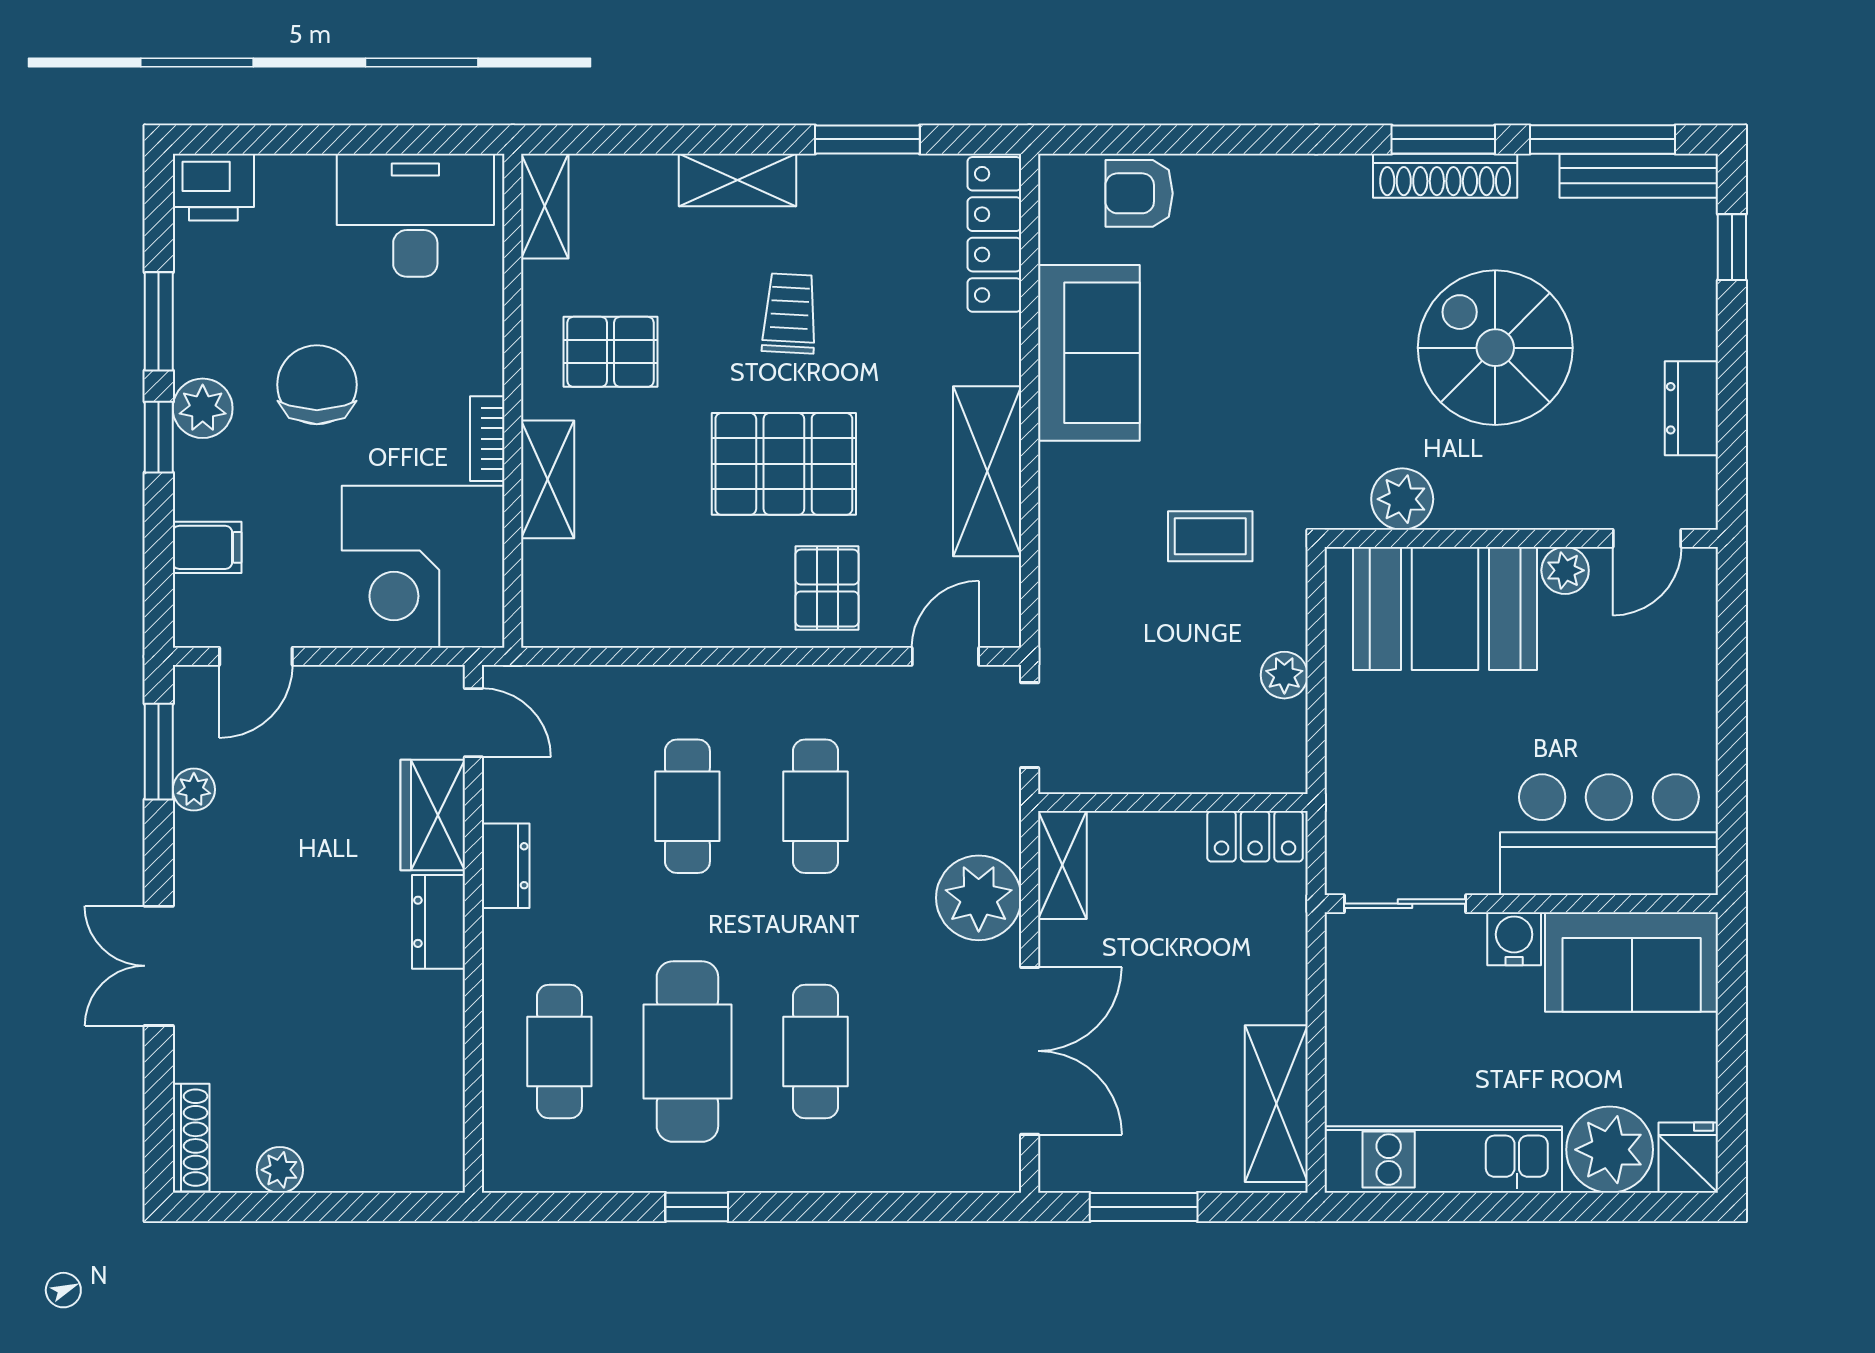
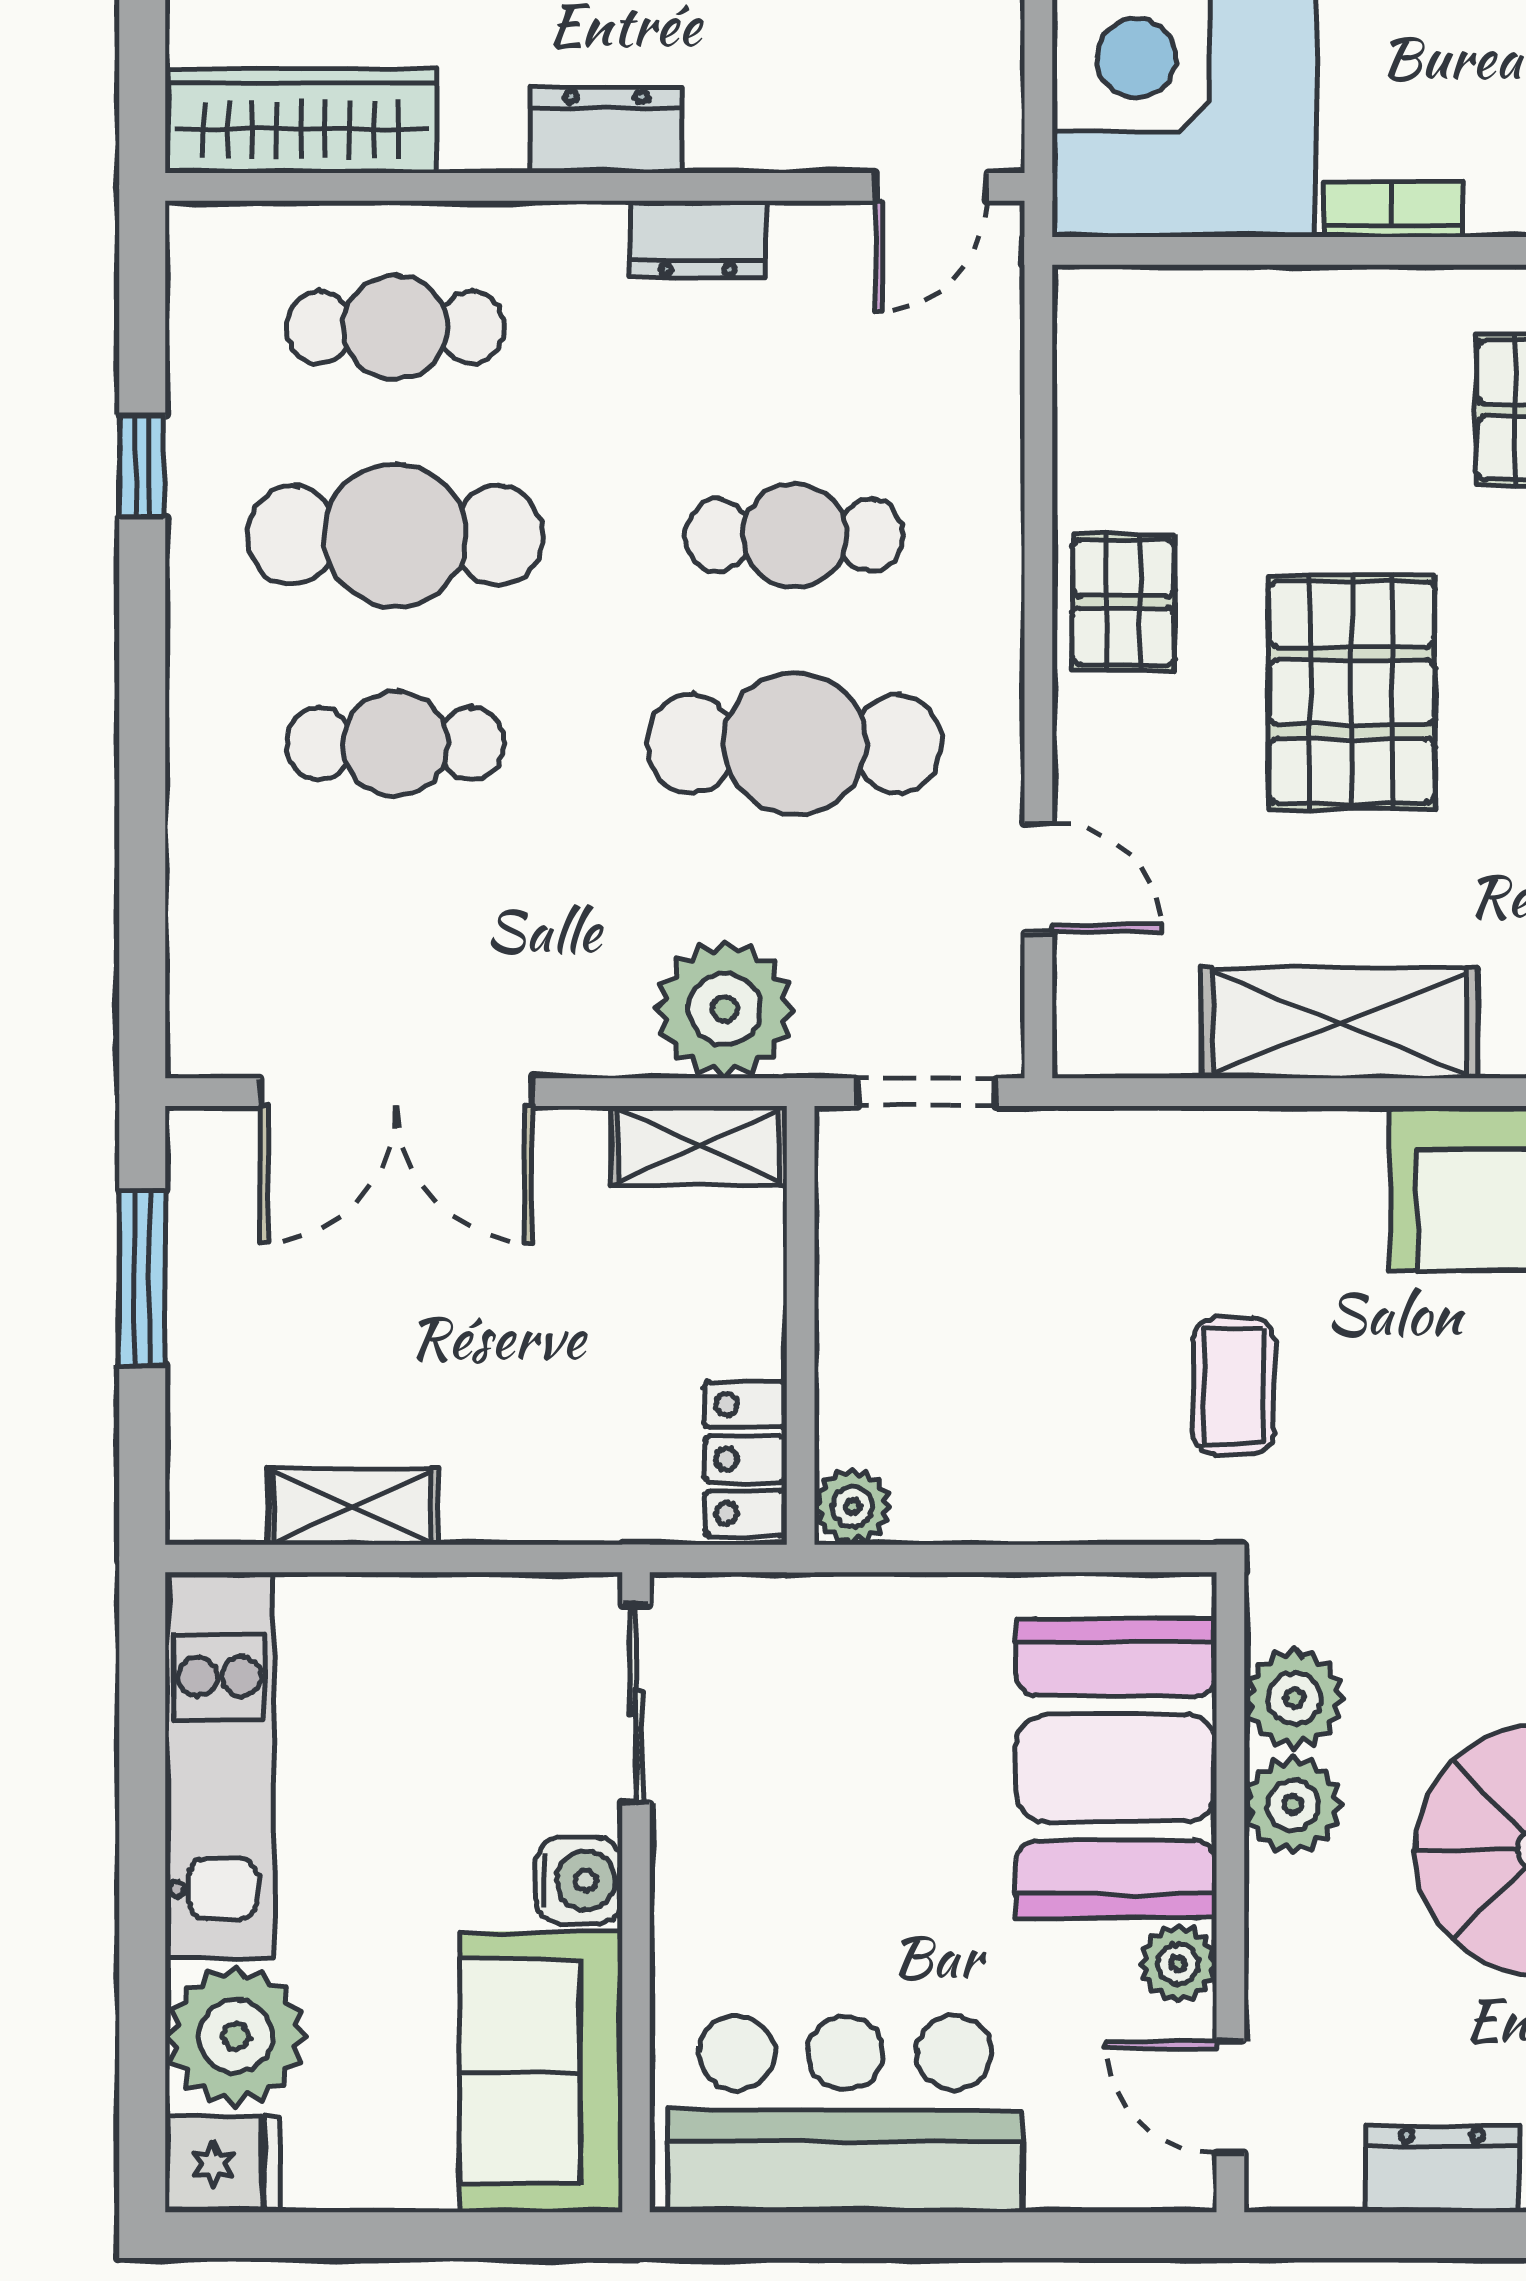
shelving: (548, 479) -> (1326, 308), removed
plant: (1468, 500) -> (1293, 1805), added
pallet: (827, 588) -> (1123, 602), moved, turned 90
door: (945, 656) -> (1038, 878), moved
plant: (1284, 675) -> (852, 1507), moved
cafe table: (815, 806) -> (794, 744), width x1.37, depth x1.35
wardrobe: (433, 815) -> (301, 121), moved, width x1.50
bar counter: (1609, 835) -> (845, 2114), moved, turned -90
plant: (979, 898) -> (725, 1009), moved
shelving: (1276, 1104) -> (353, 1506), width x0.67, depth x0.75
window: (697, 1207) -> (142, 466), moved

